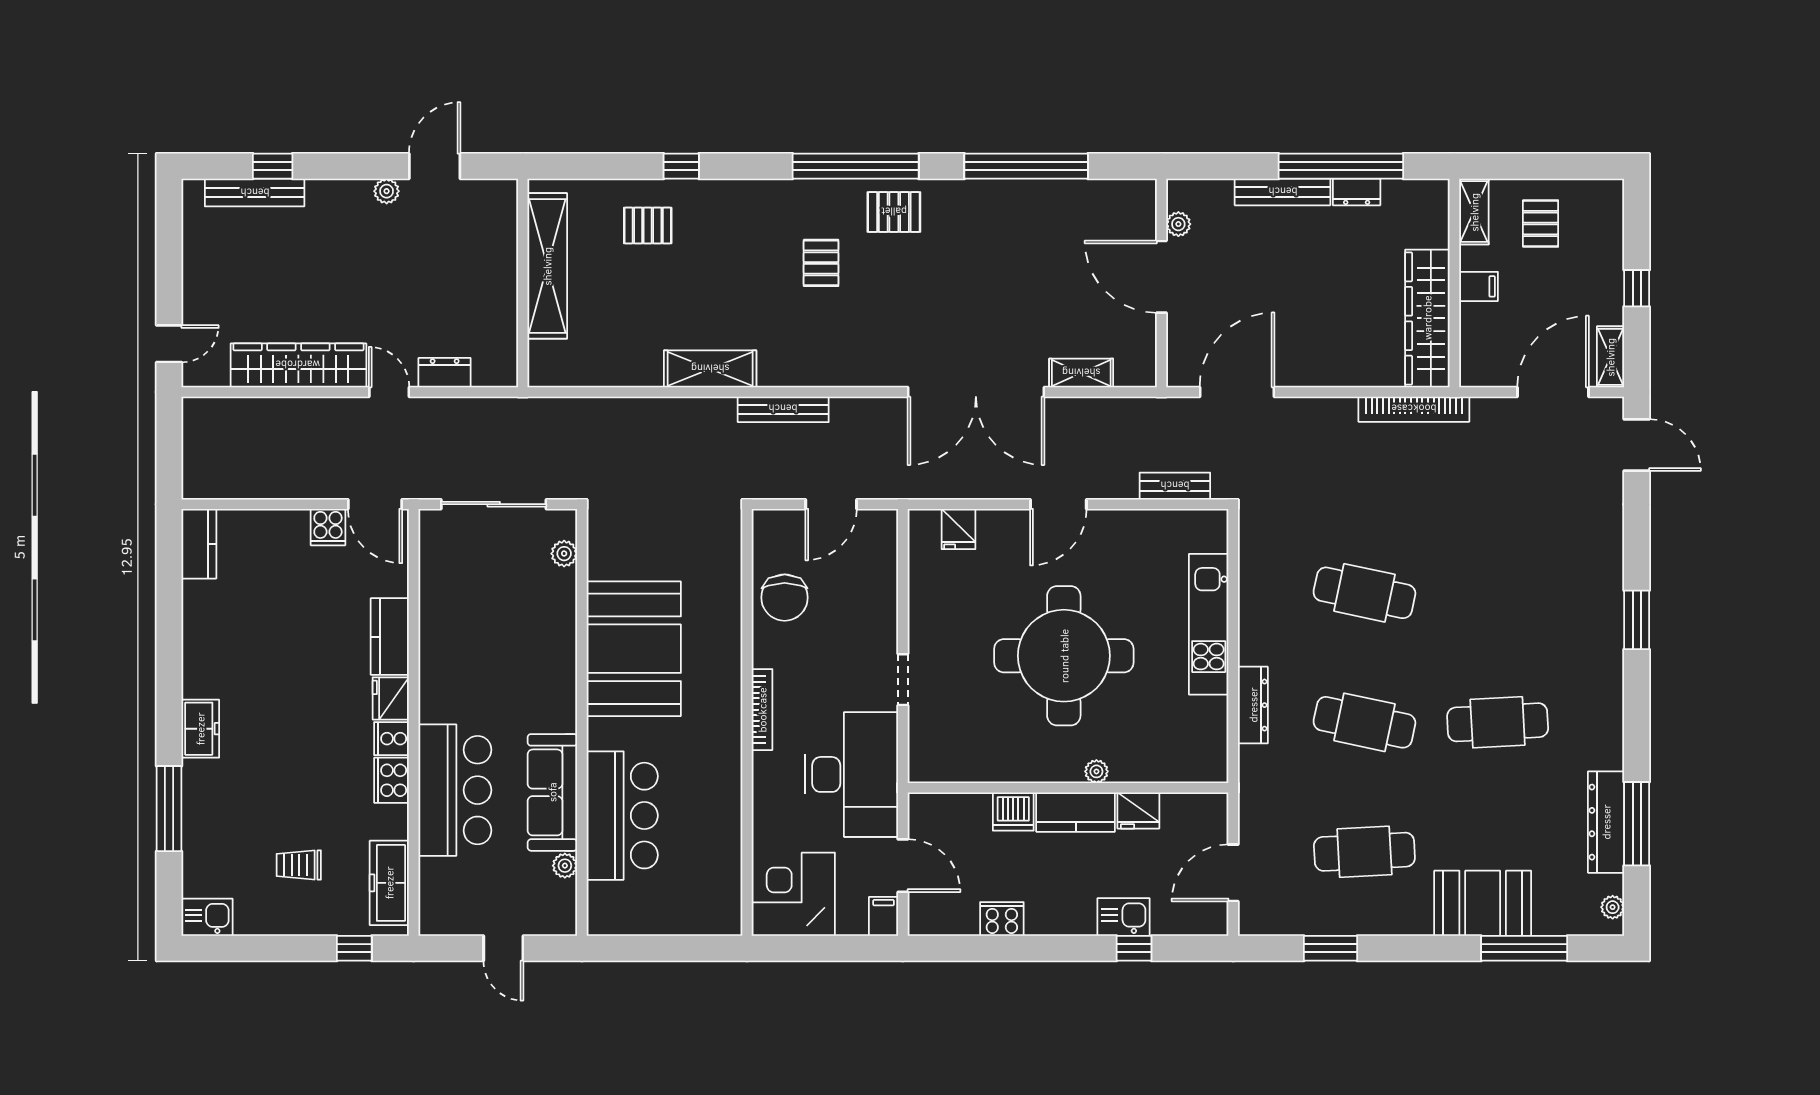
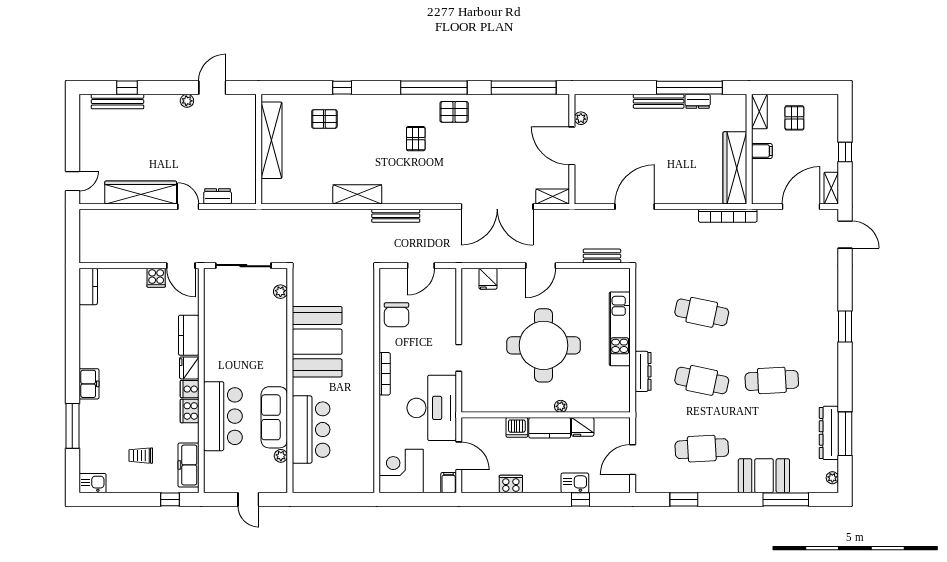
plant: (1178, 224) -> (581, 118), moved
door: (1161, 277) -> (572, 146), moved
wall: (1161, 283) -> (572, 149), moved

